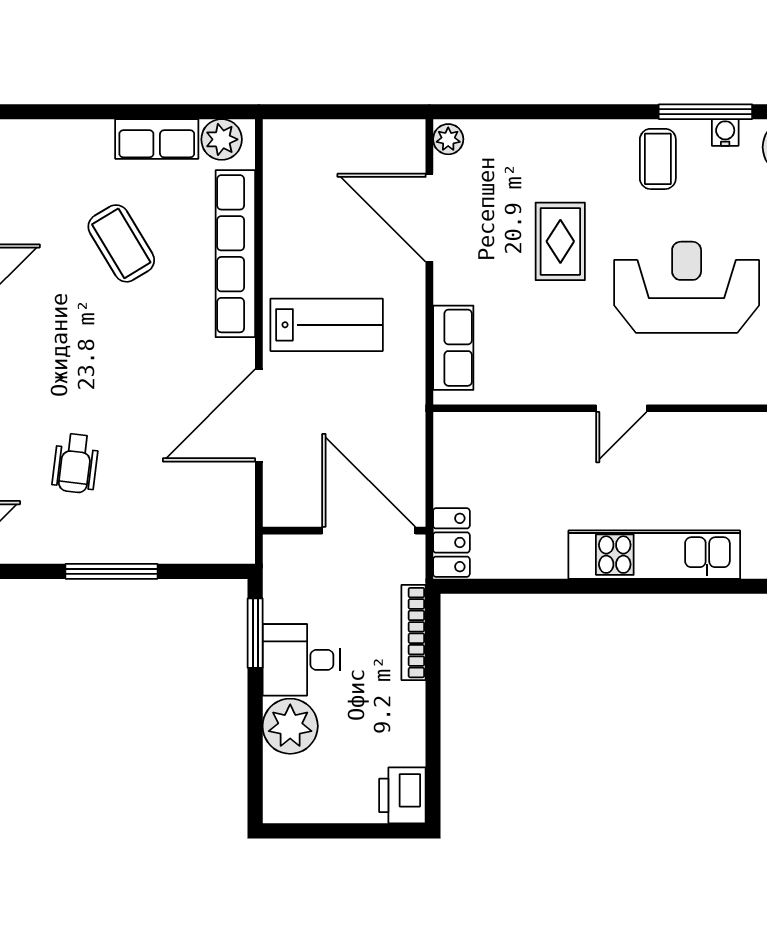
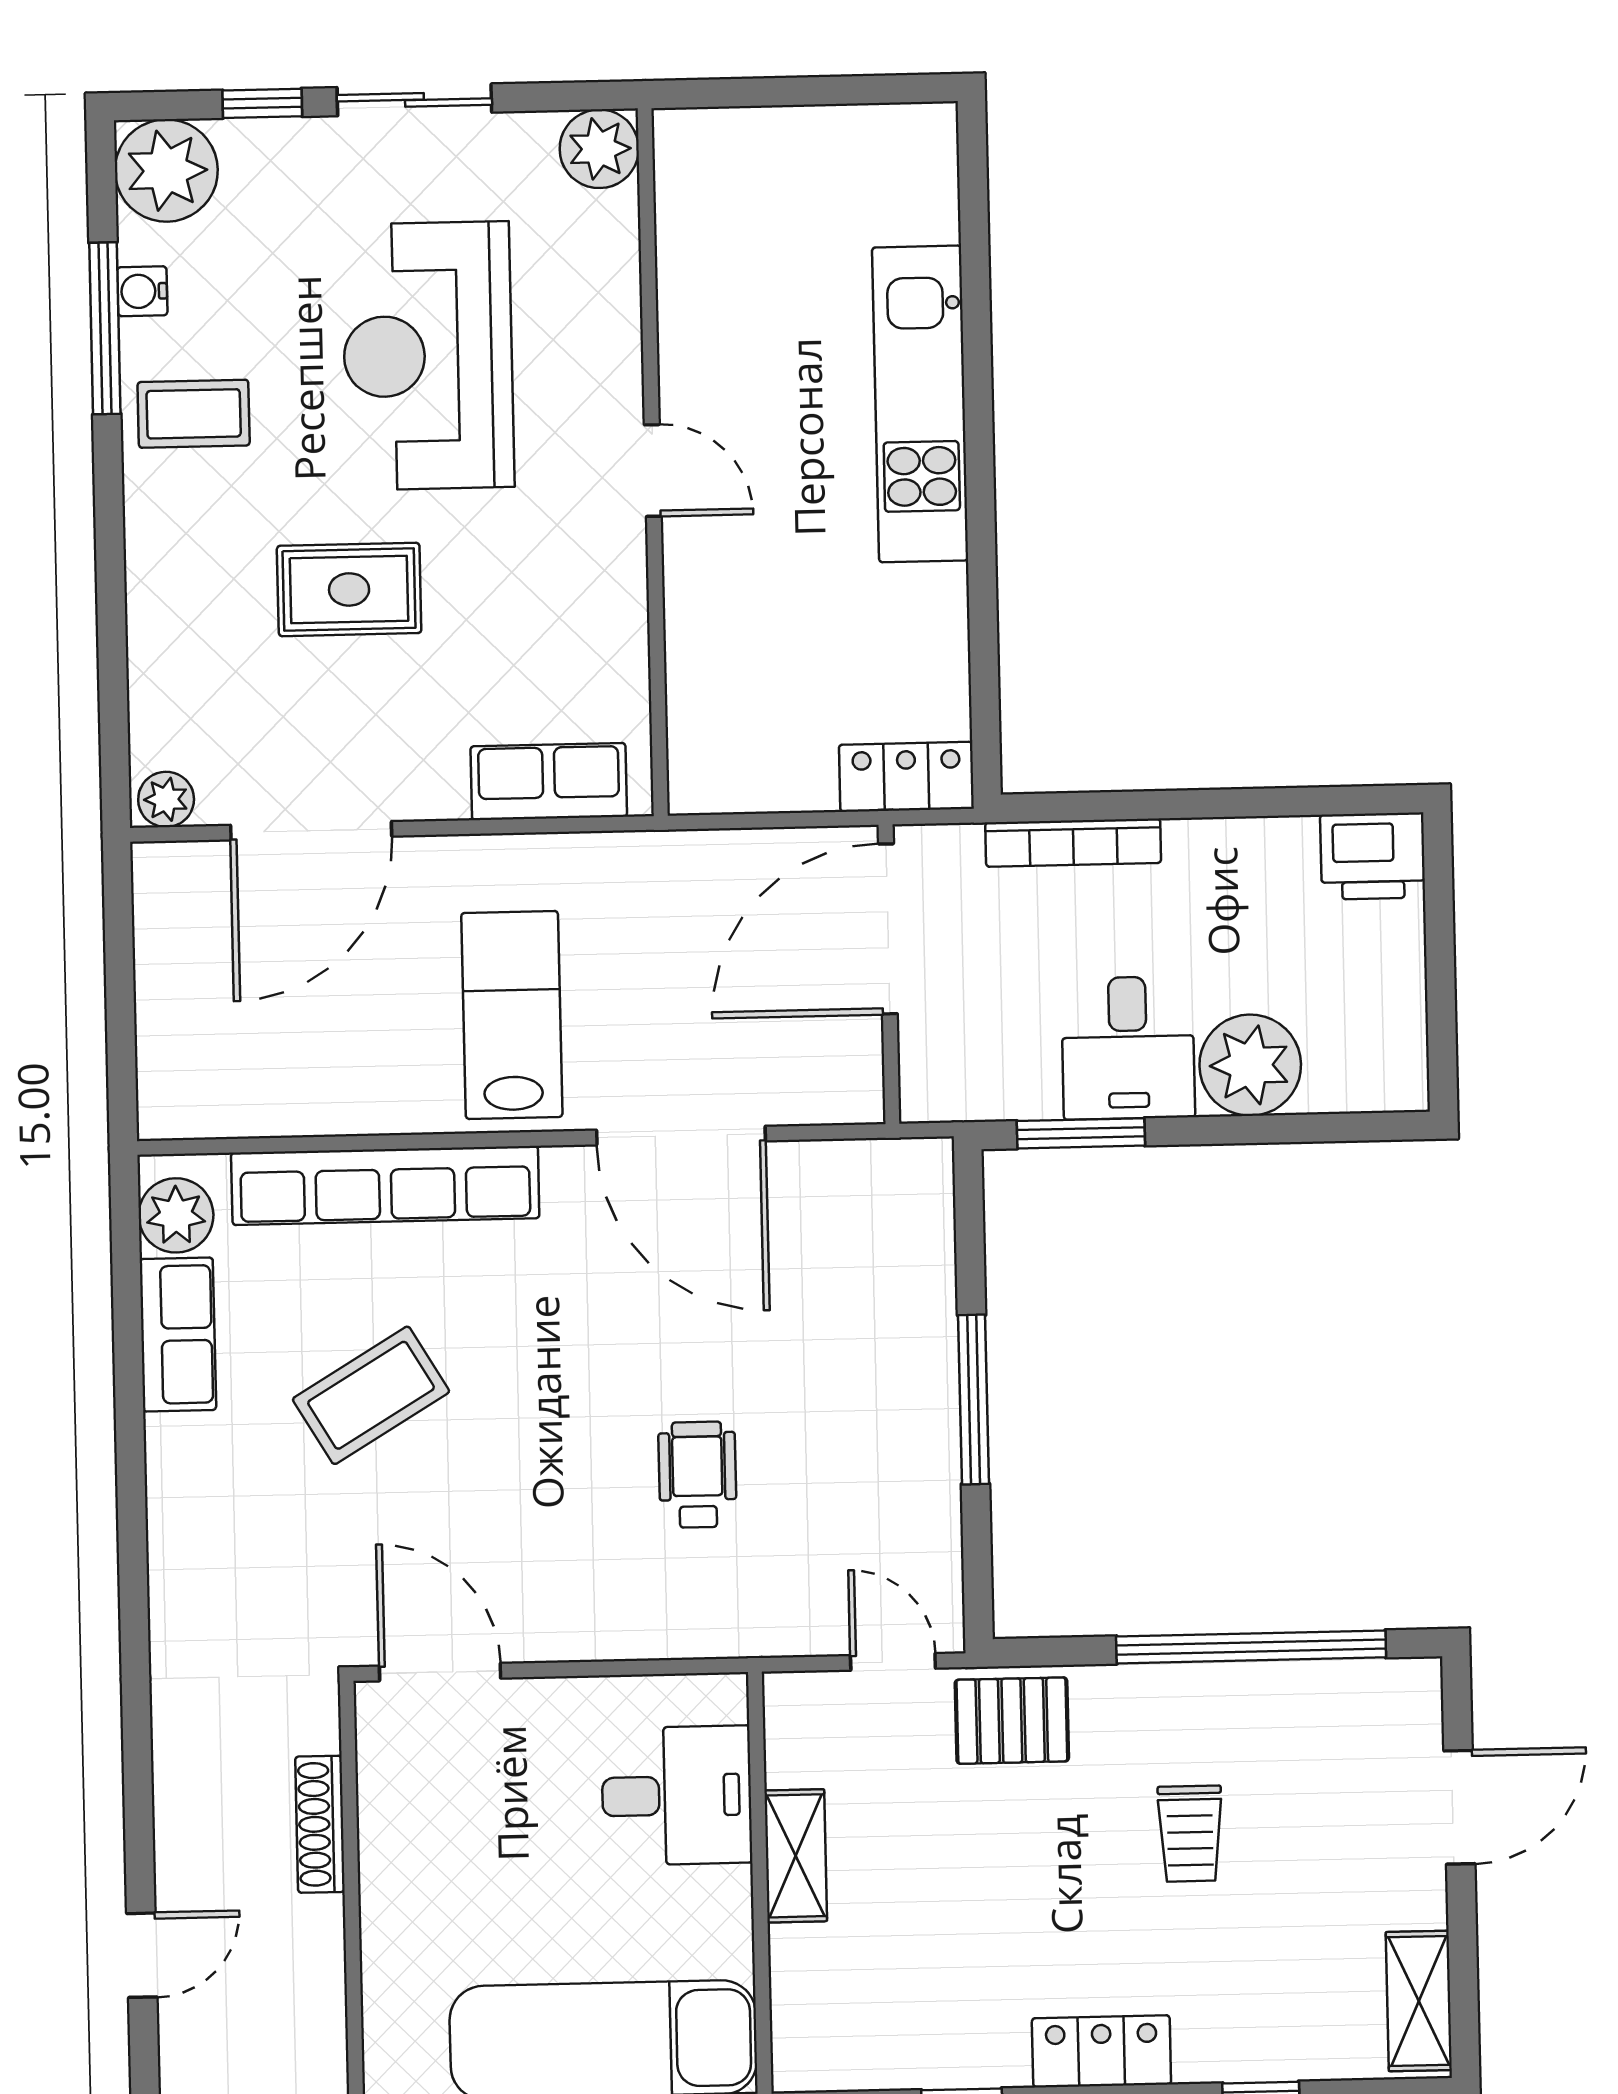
wheelchair: (75, 463) -> (697, 1475), moved, turned -97

